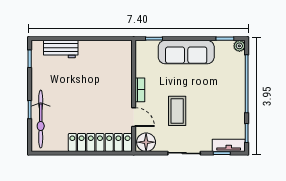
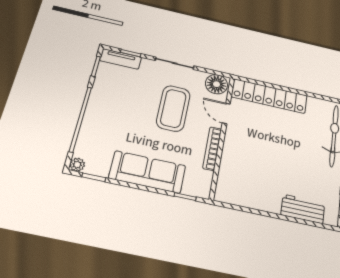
bookcase: (140, 90) -> (212, 149), width x1.56
coffee table: (177, 111) -> (173, 108), width x1.36, depth x1.32

